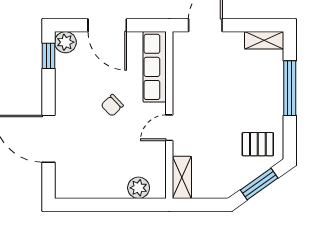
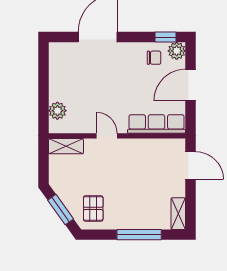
chair: (112, 105) -> (154, 58), moved, turned 134

